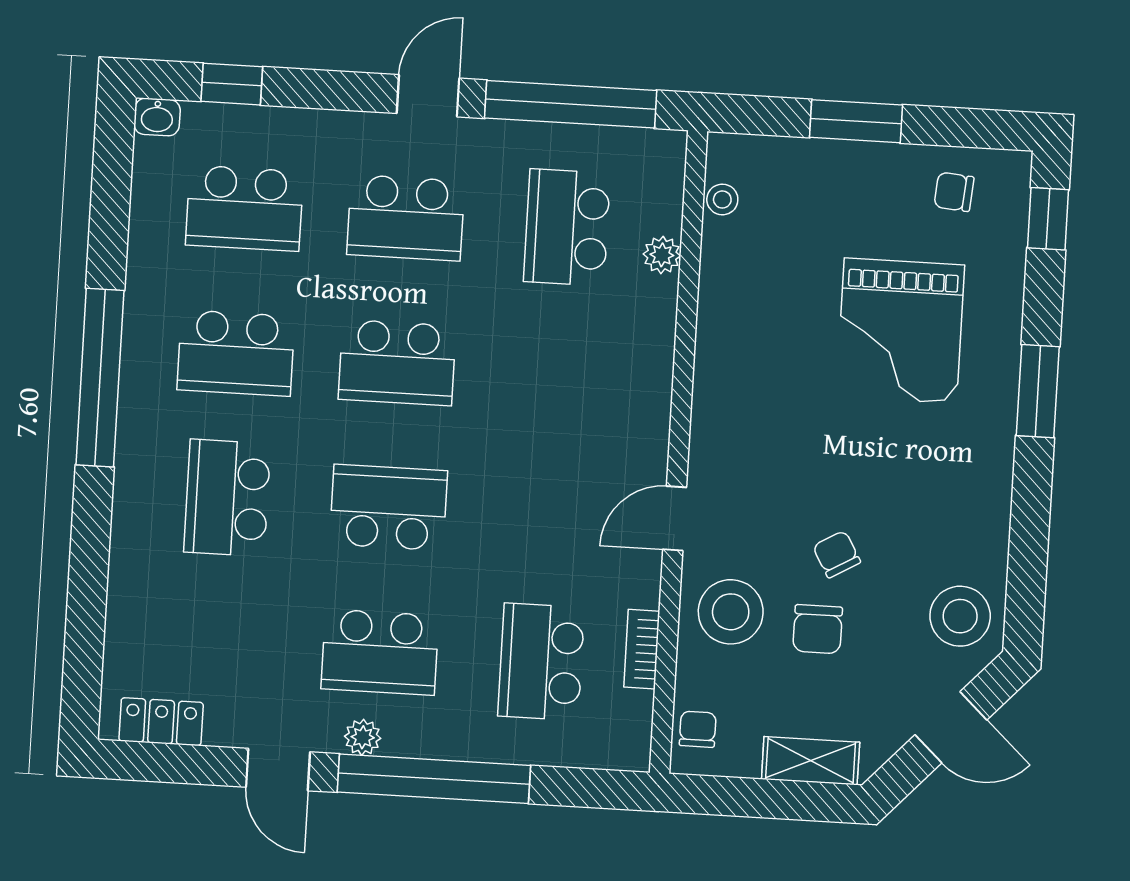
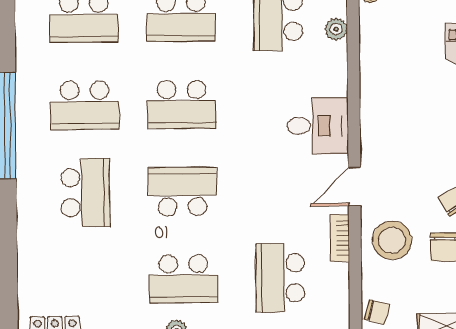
desk: (620, 413) -> (318, 126), added
school desk: (227, 498) -> (85, 193), turned 180
bookcase: (642, 649) -> (340, 238), moved
chair: (698, 729) -> (377, 312), turned 105

